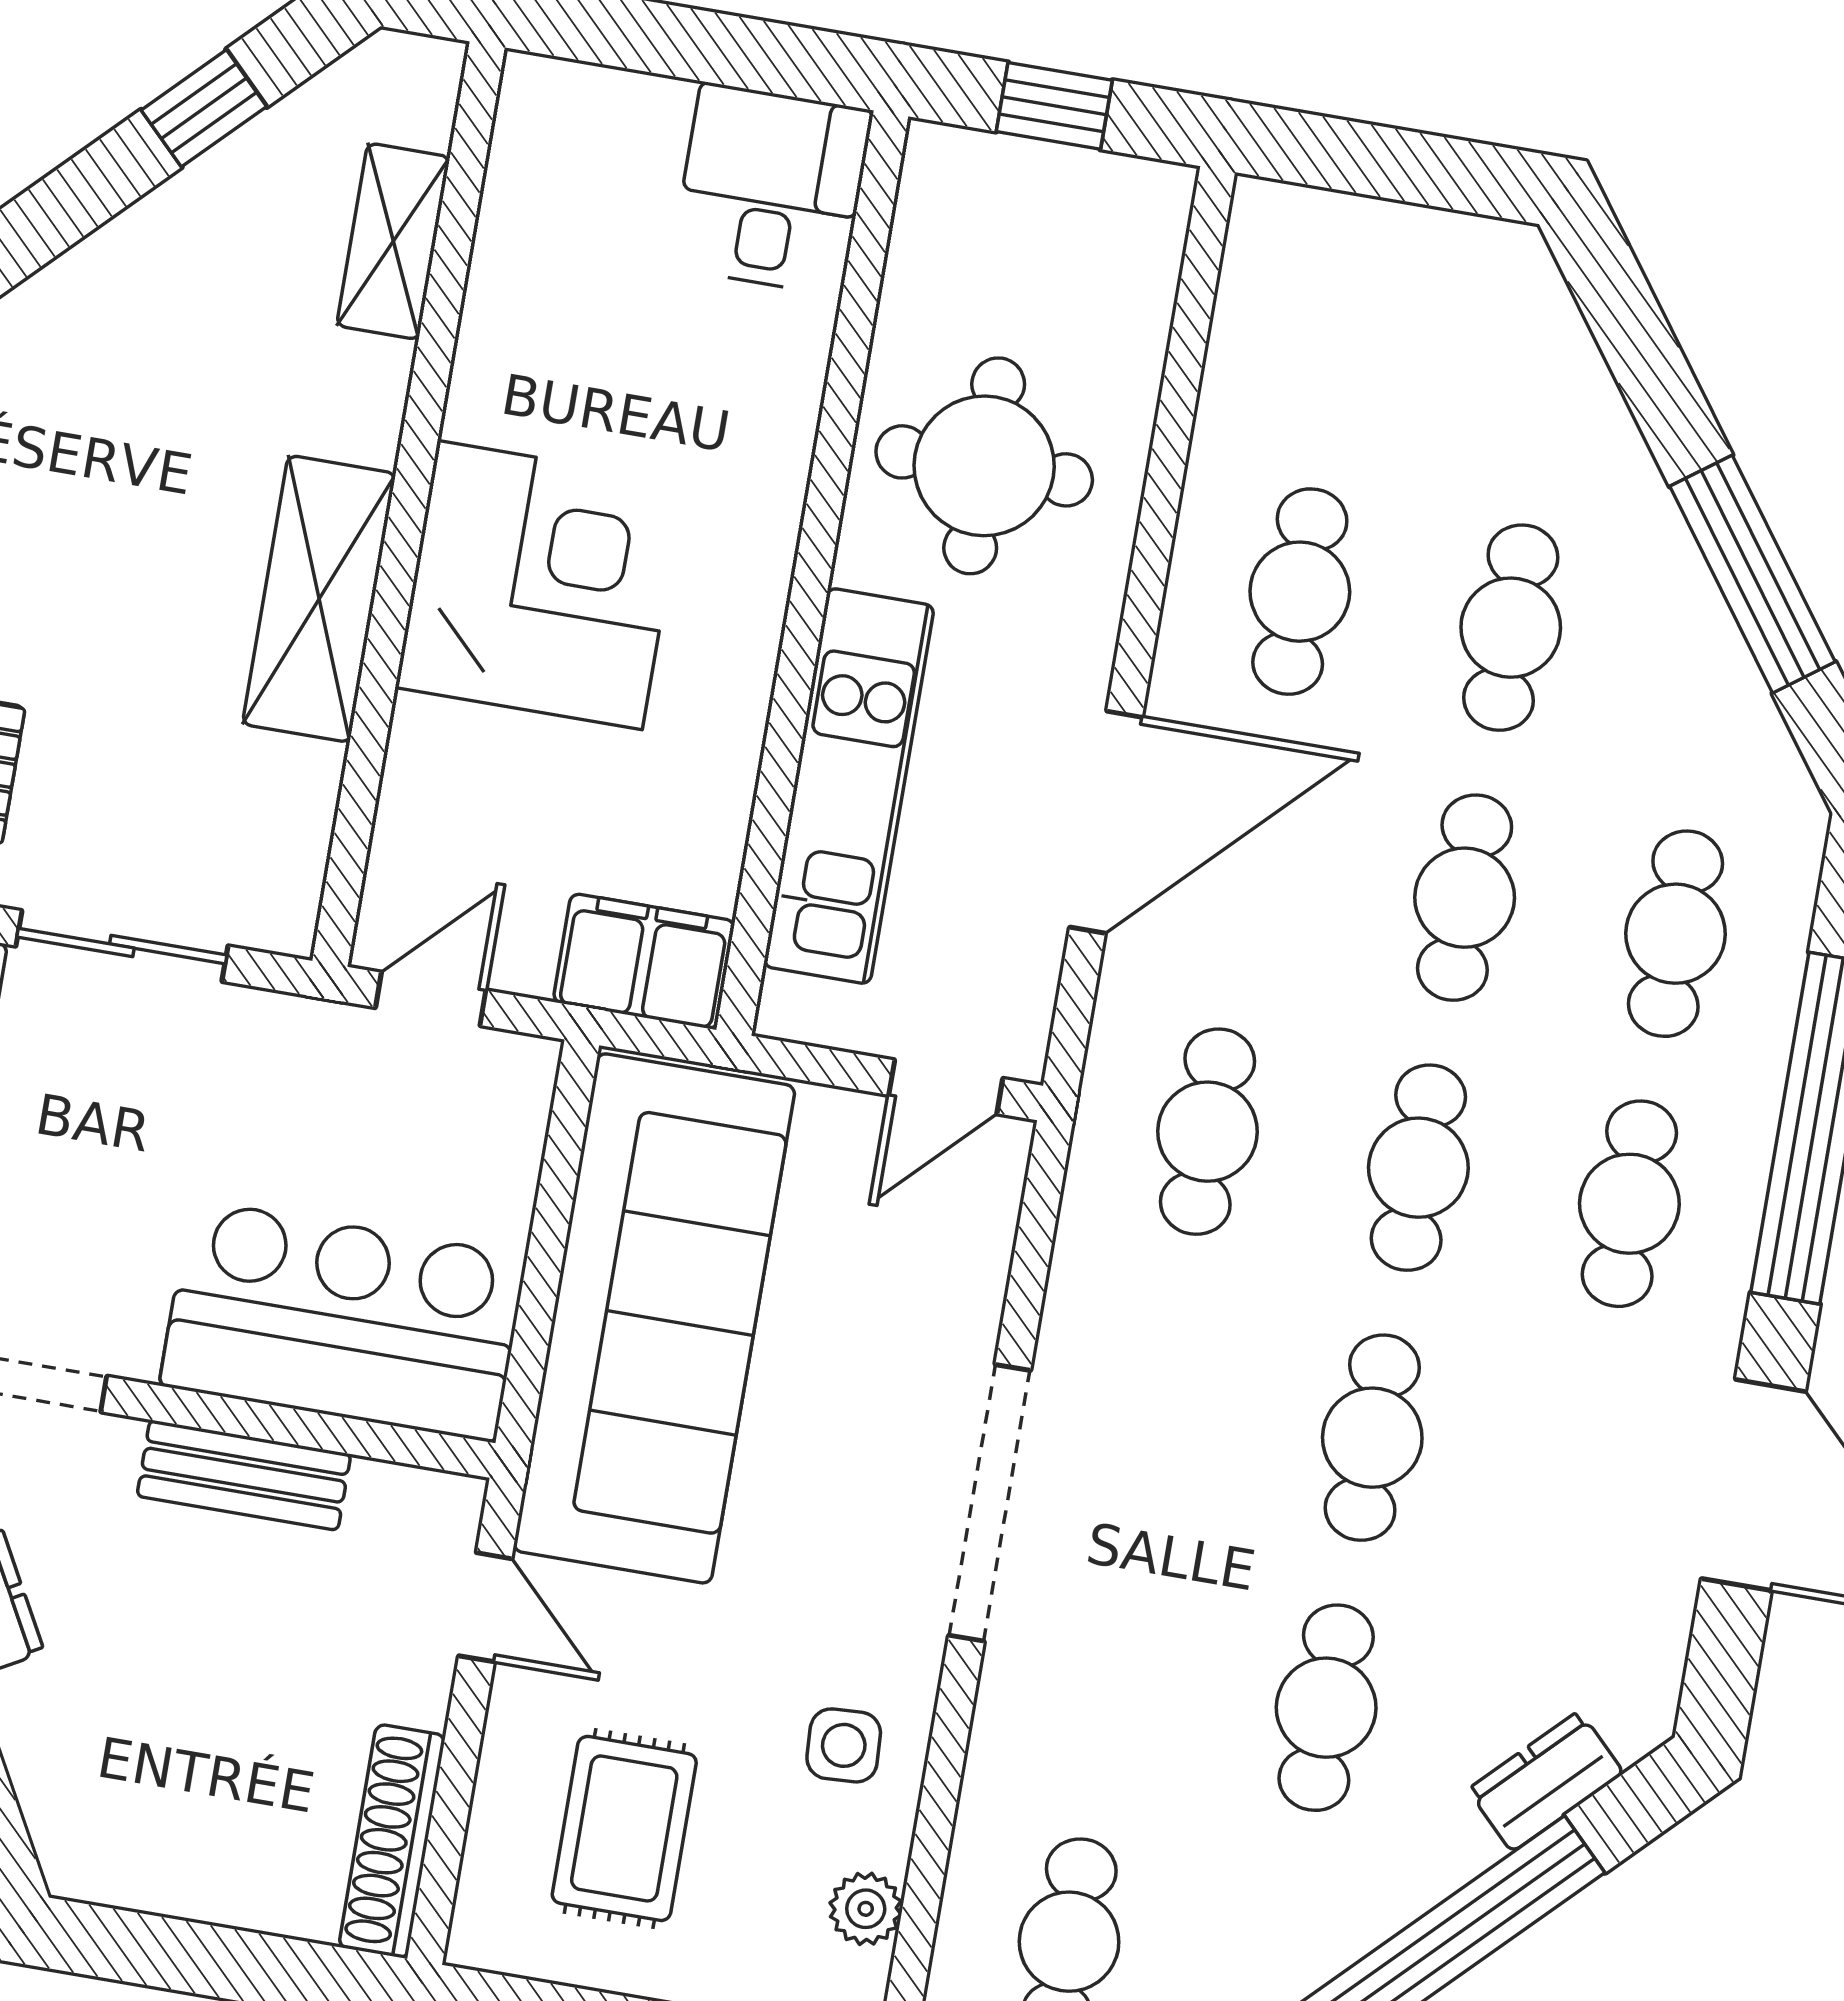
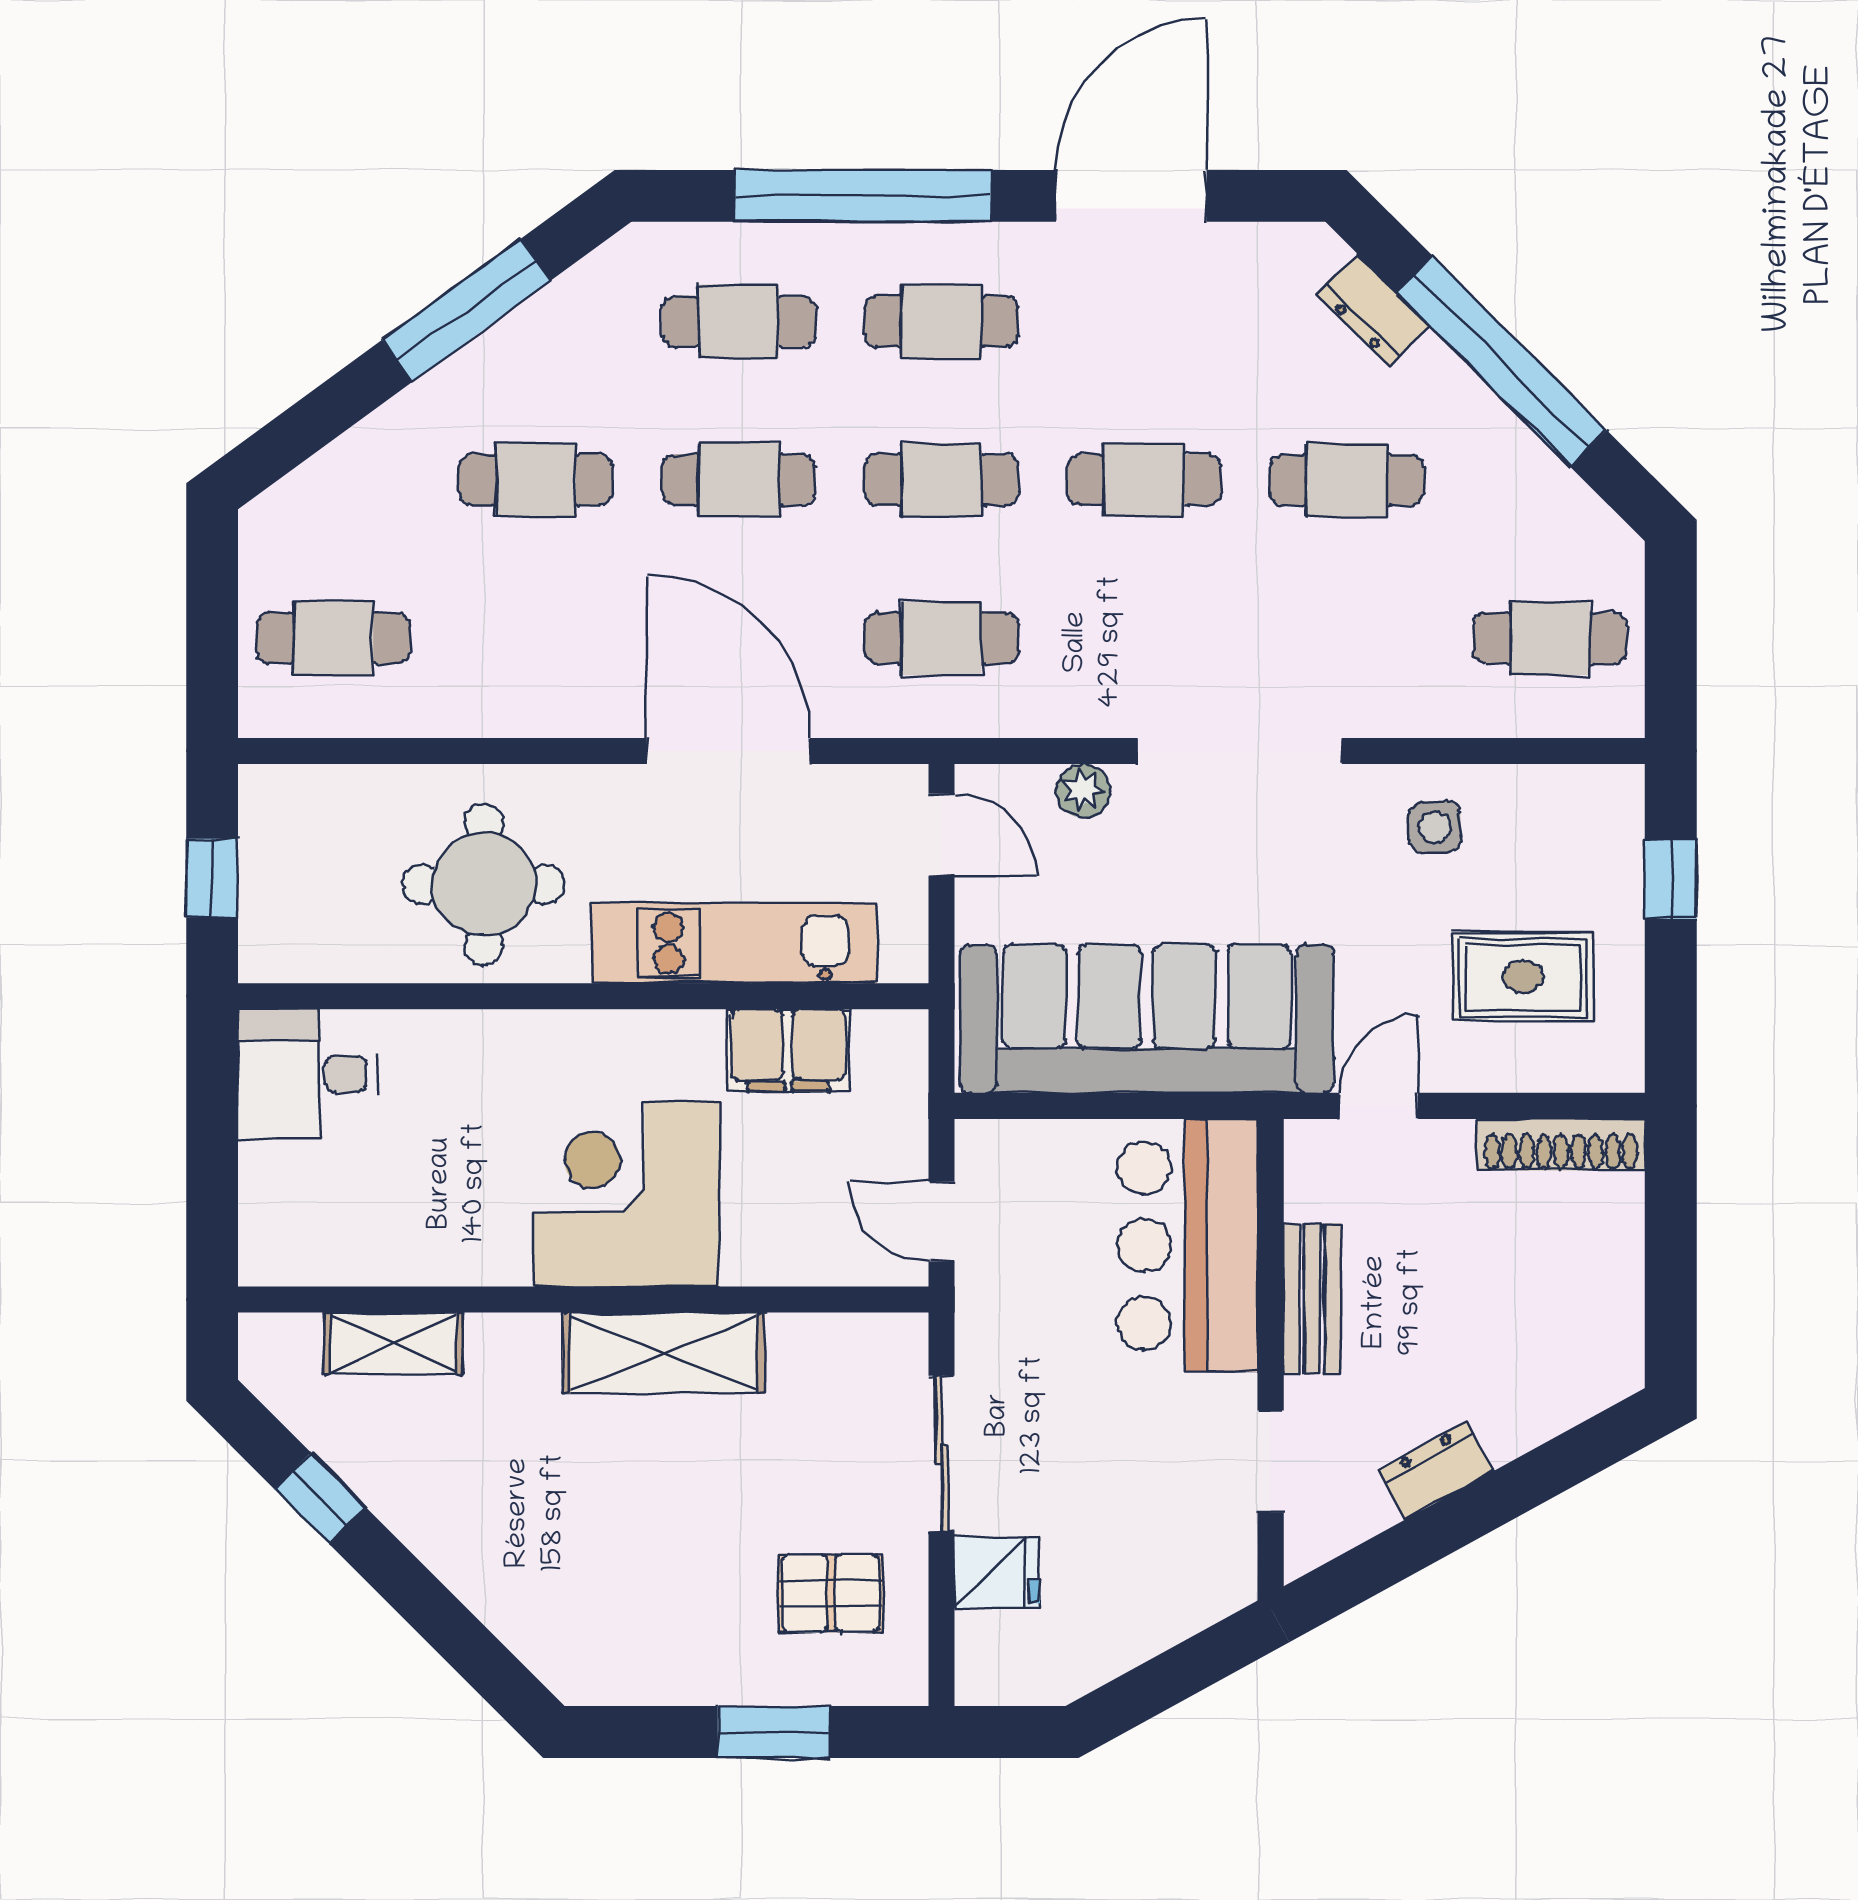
cafe table: (1300, 592) -> (333, 638), moved
filing cabinet: (644, 961) -> (788, 1050), moved, turned -90
plant: (866, 1909) -> (1083, 791), moved

